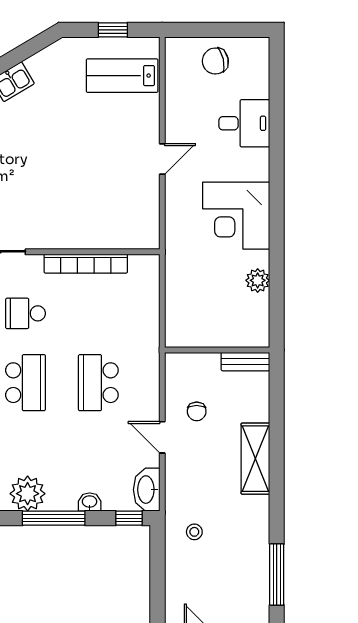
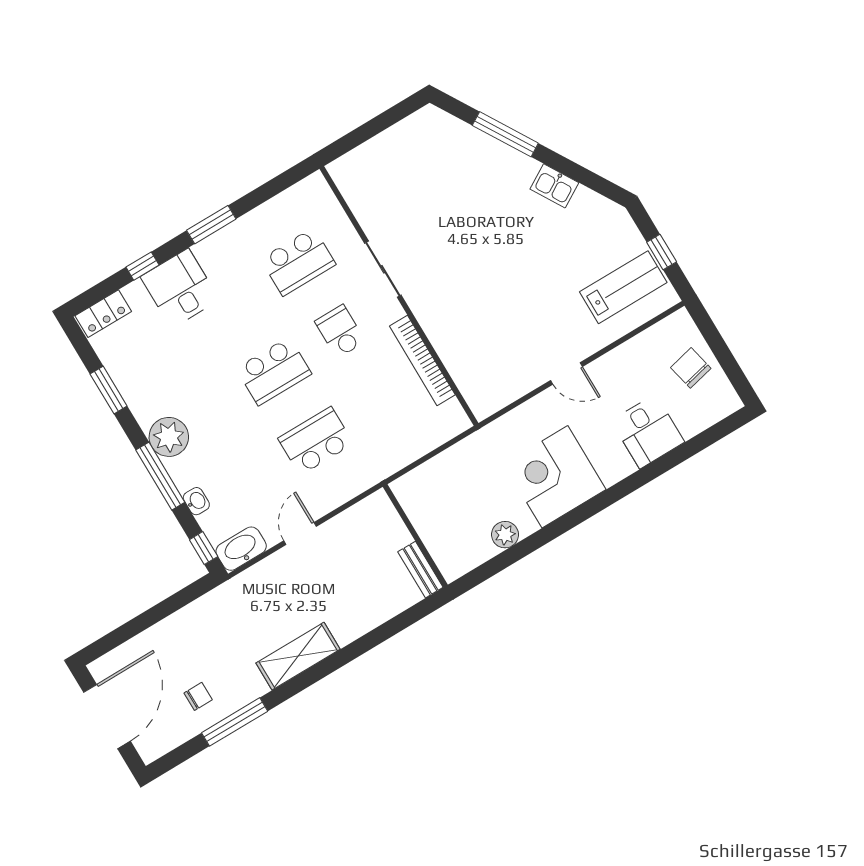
lab bench: (122, 76) -> (623, 287), turned 90
chair: (197, 411) -> (198, 696), moved, turned 180
shelving: (255, 459) -> (298, 656), moved
stool: (194, 532) -> (228, 619), removed

